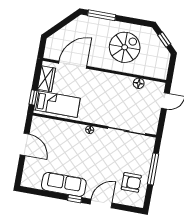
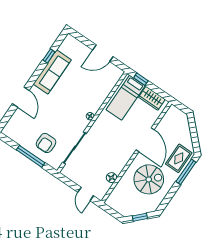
rug: (92, 28) -> (179, 158), added
spiral stairs: (125, 47) -> (149, 179), turned -90
door: (73, 65) -> (145, 140), moved
armchair: (131, 182) -> (46, 143), moved
window: (75, 199) -> (49, 56), moved

